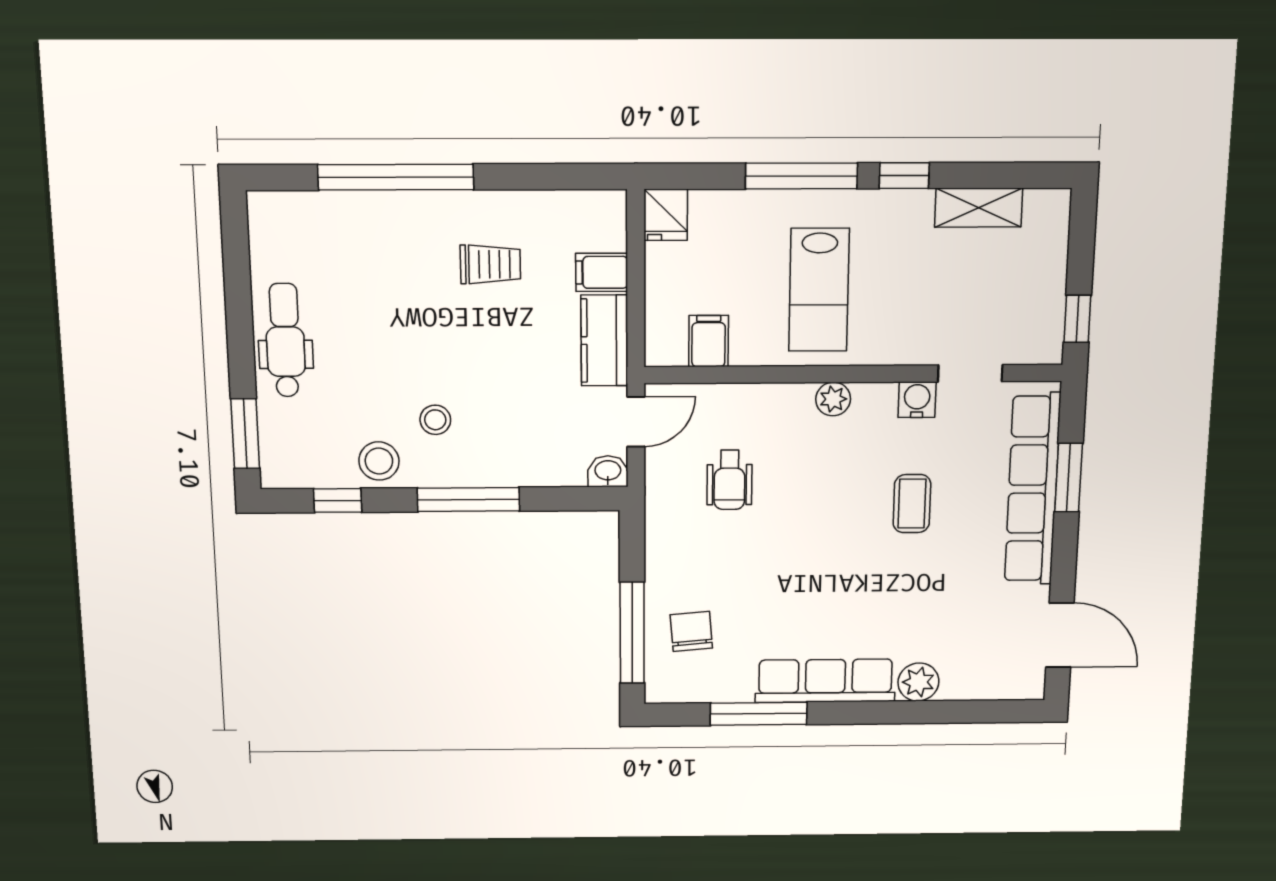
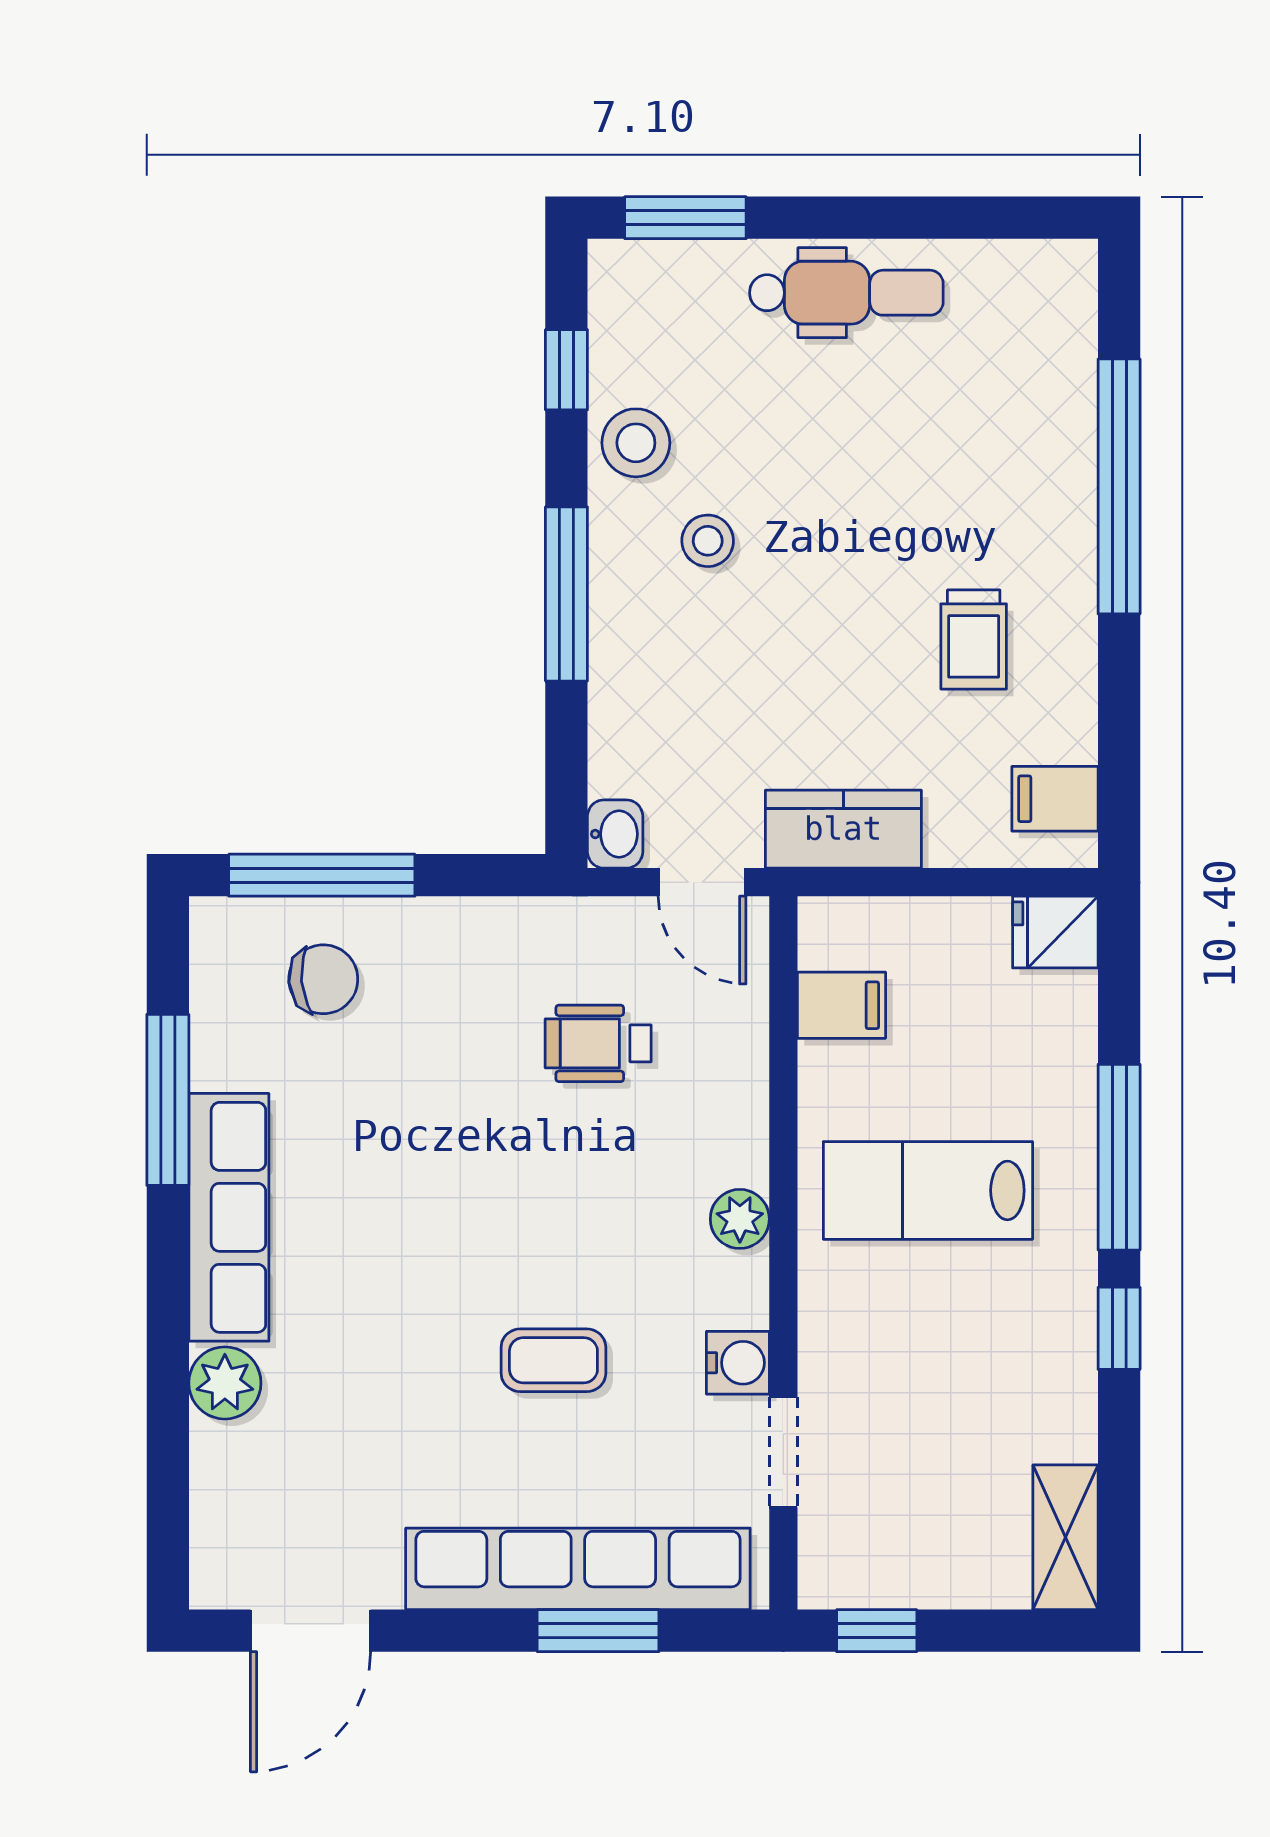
shelving: (979, 208) -> (1066, 1537), moved
filing cabinet: (602, 272) -> (1055, 799), moved, turned -90

